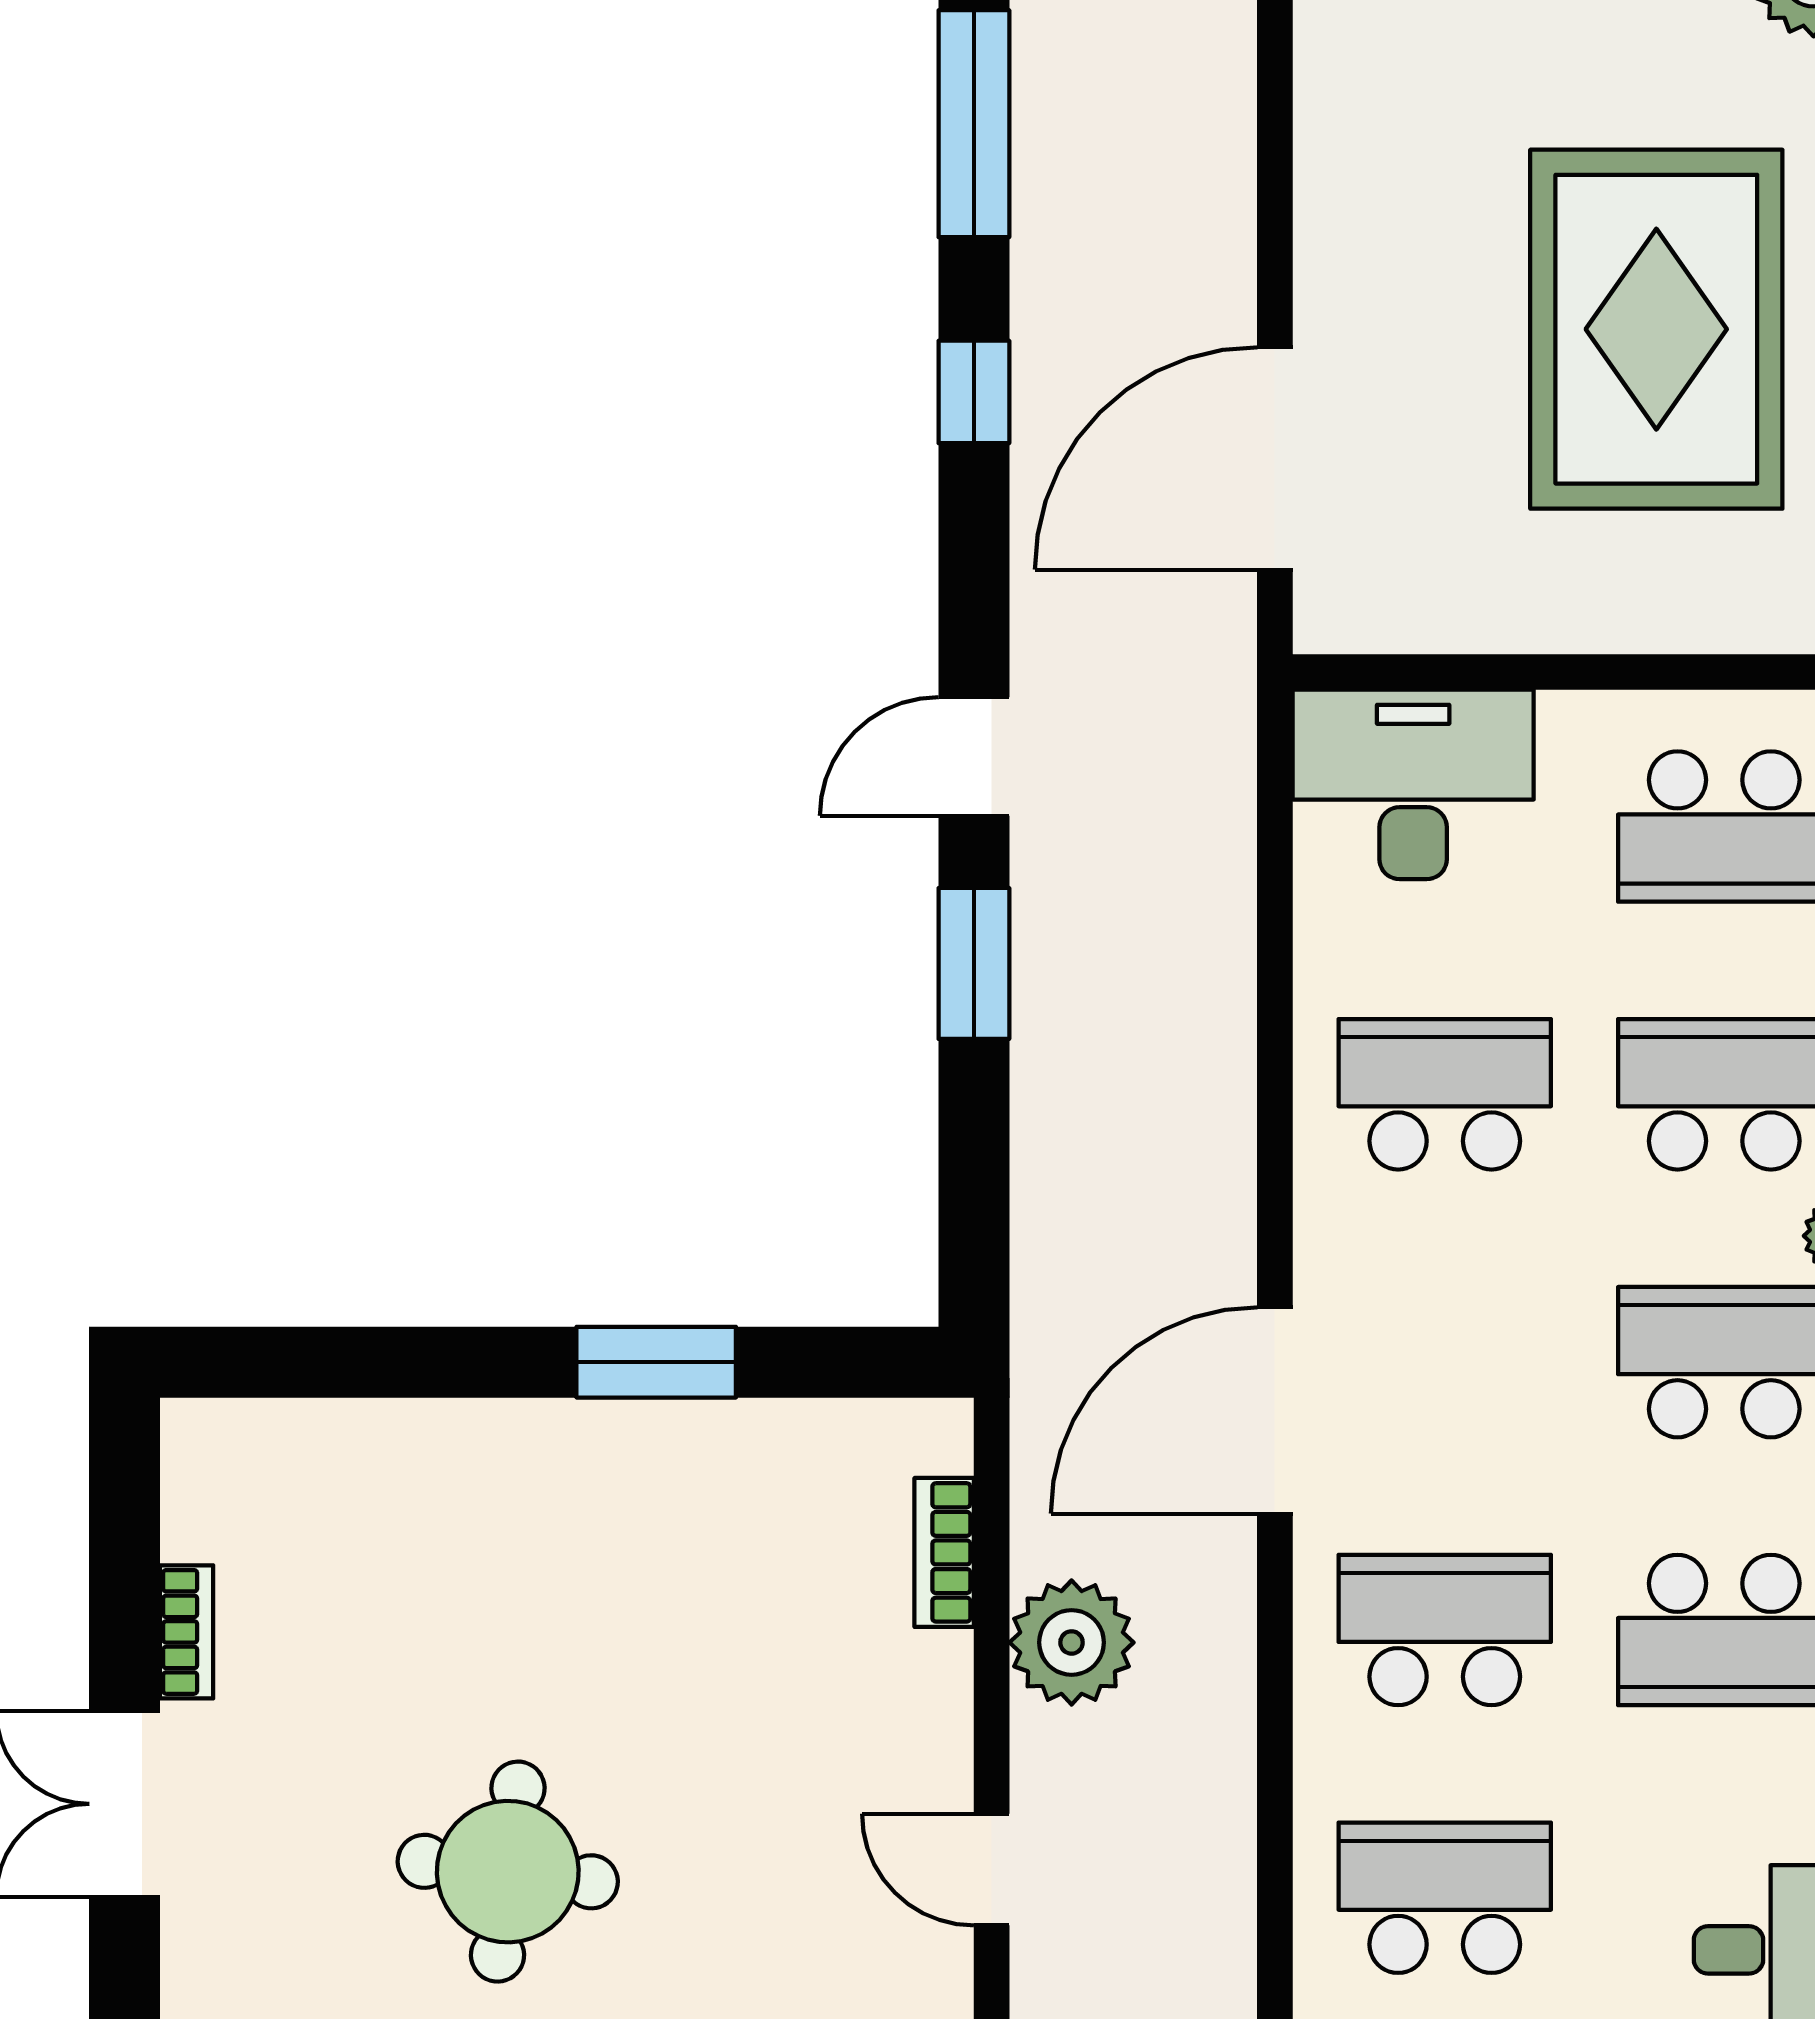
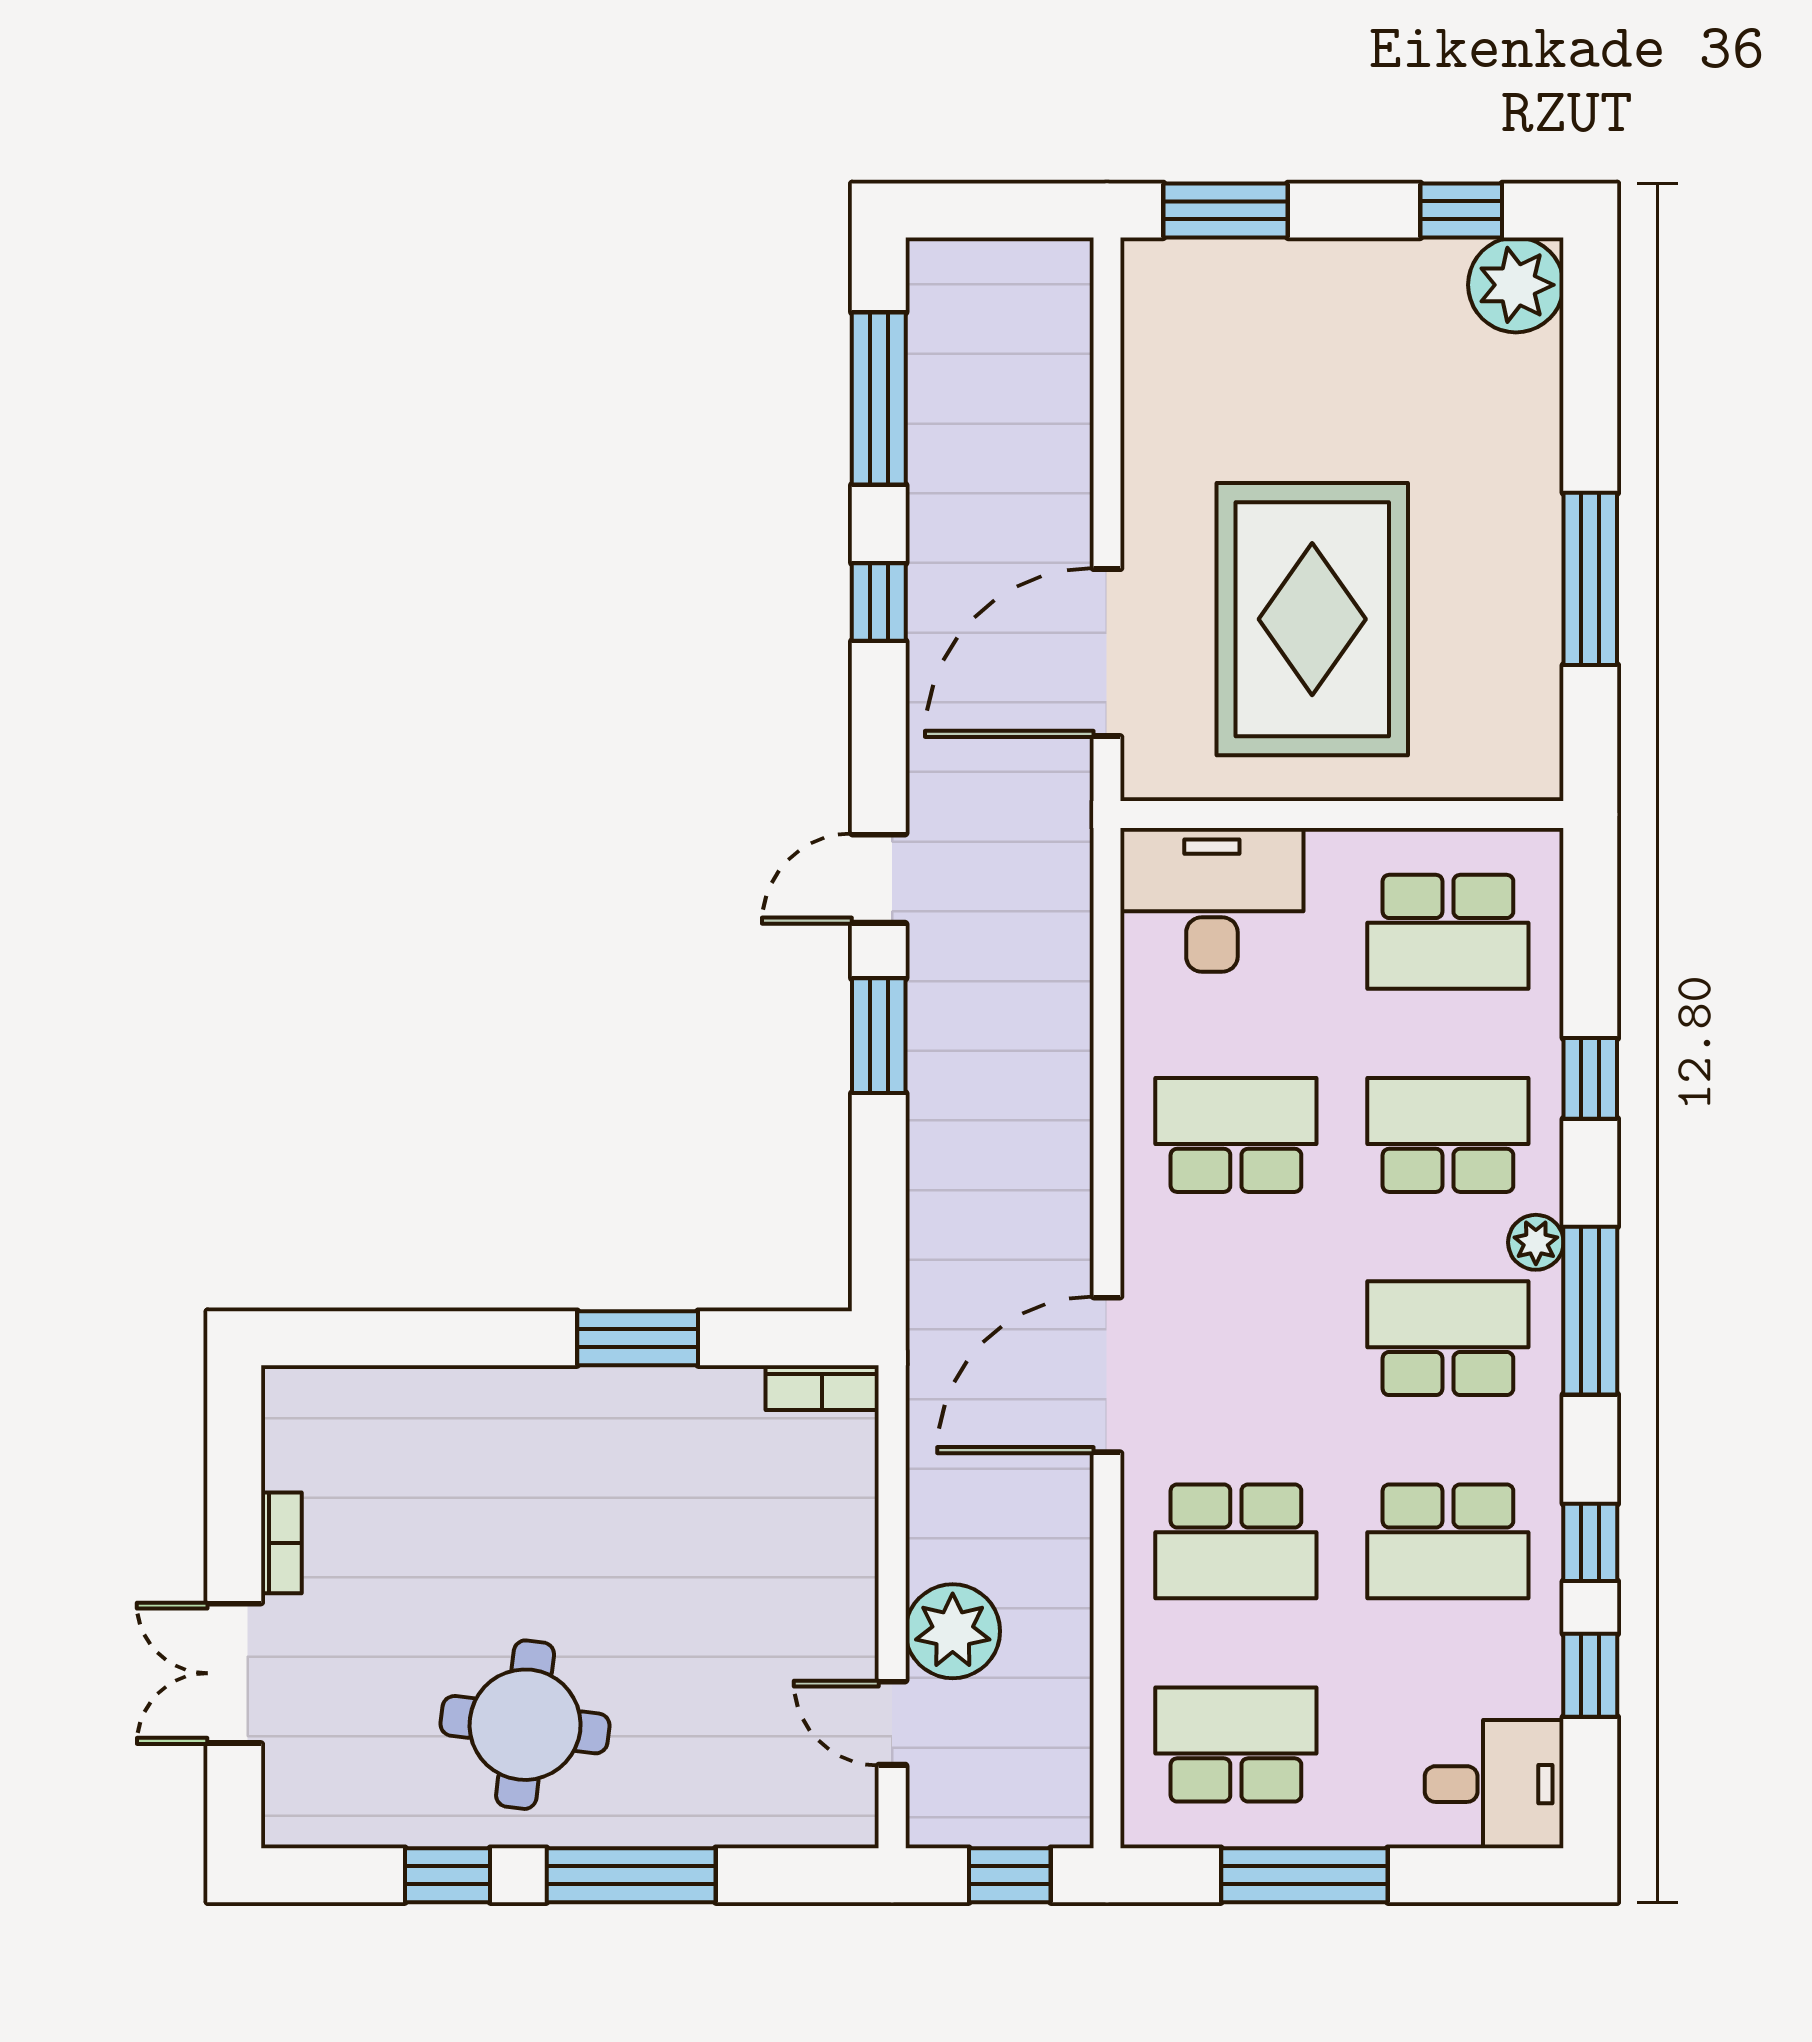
rug: (1656, 329) -> (1312, 619), moved
bookcase: (944, 1552) -> (822, 1388), moved, turned -90
school desk: (1445, 1630) -> (1236, 1541), turned 180
plant: (1072, 1642) -> (953, 1631), moved

